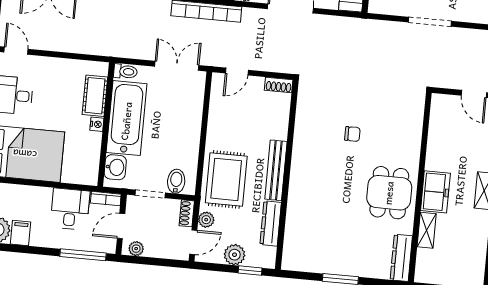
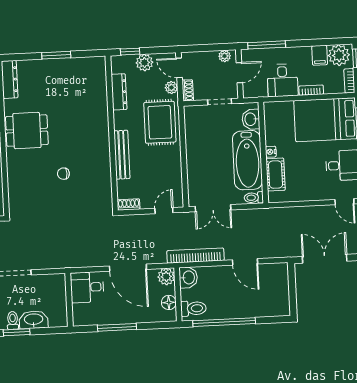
bench: (276, 170) -> (122, 155), moved
bidet: (176, 181) -> (200, 115), removed
dining table: (389, 193) -> (27, 131), turned 90
bookcase: (106, 199) -> (311, 90), moved
door: (193, 242) -> (179, 68), hinge flipped

